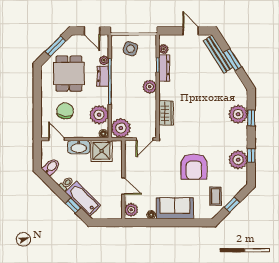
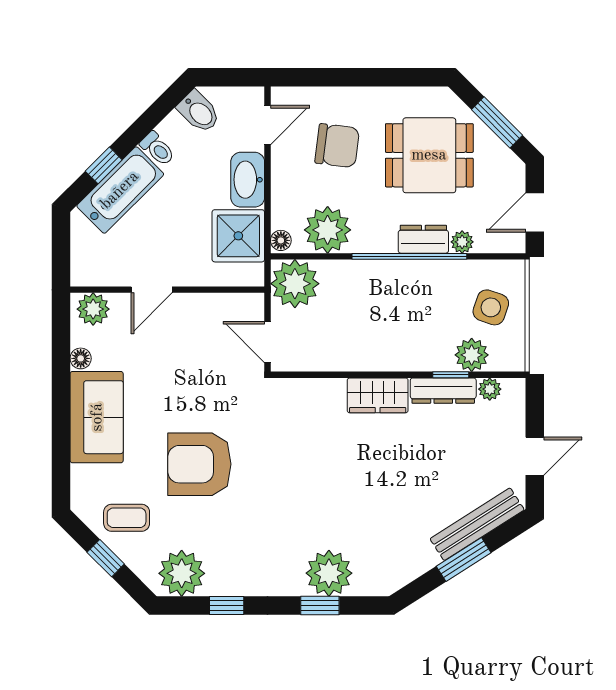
plant: (150, 87) -> (472, 355), moved
wardrobe: (166, 113) -> (378, 395), moved
plant: (238, 160) -> (182, 573), moved

